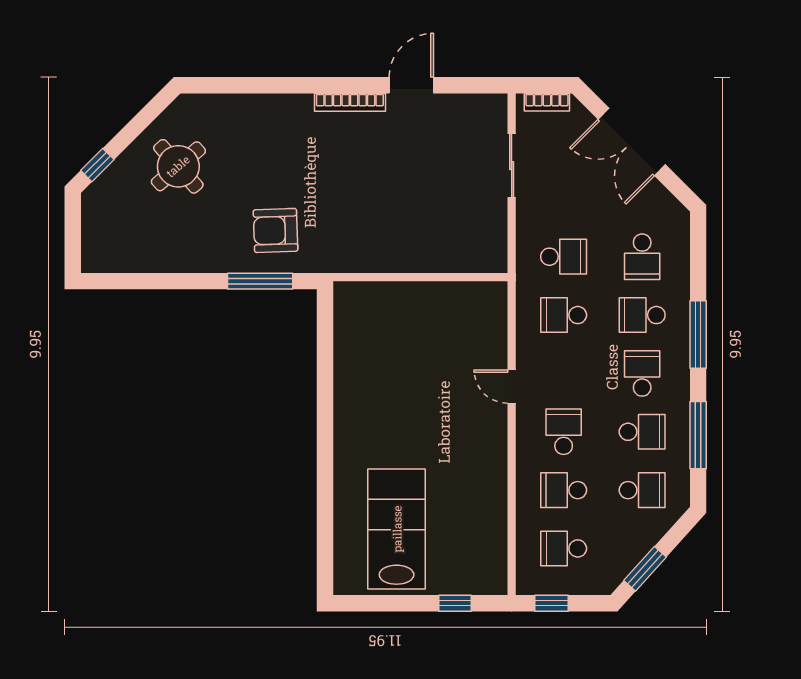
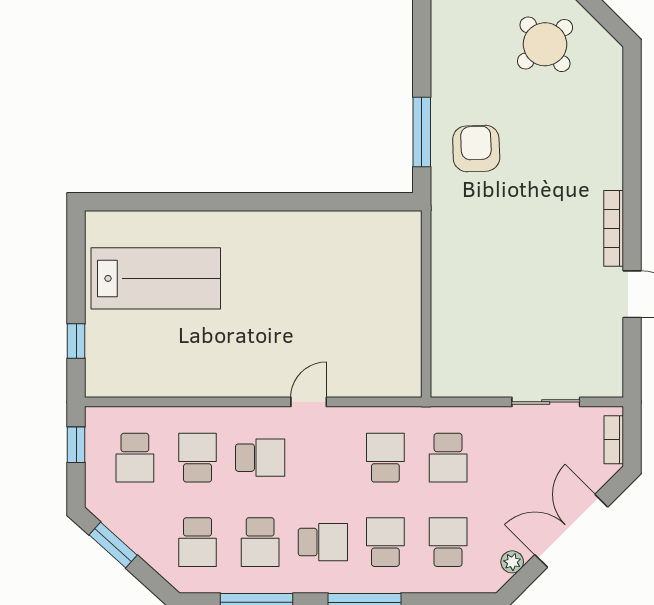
plant: (661, 197) -> (512, 562), added
school desk: (642, 257) -> (448, 542), turned 90
school desk: (564, 548) -> (135, 458), turned 180

